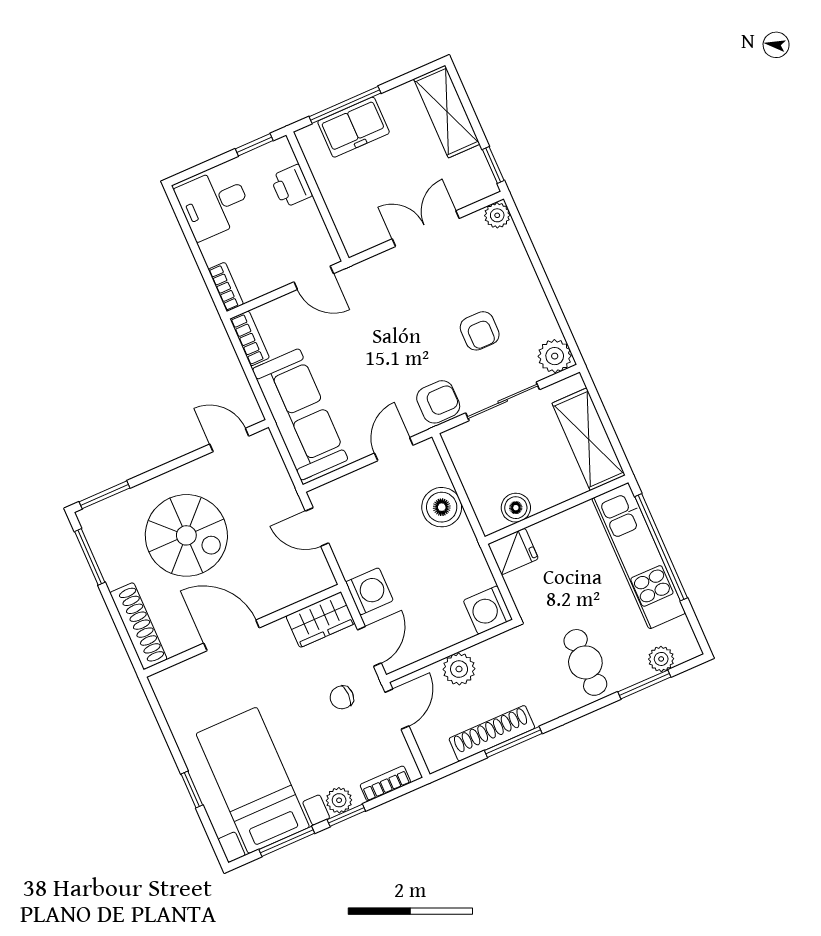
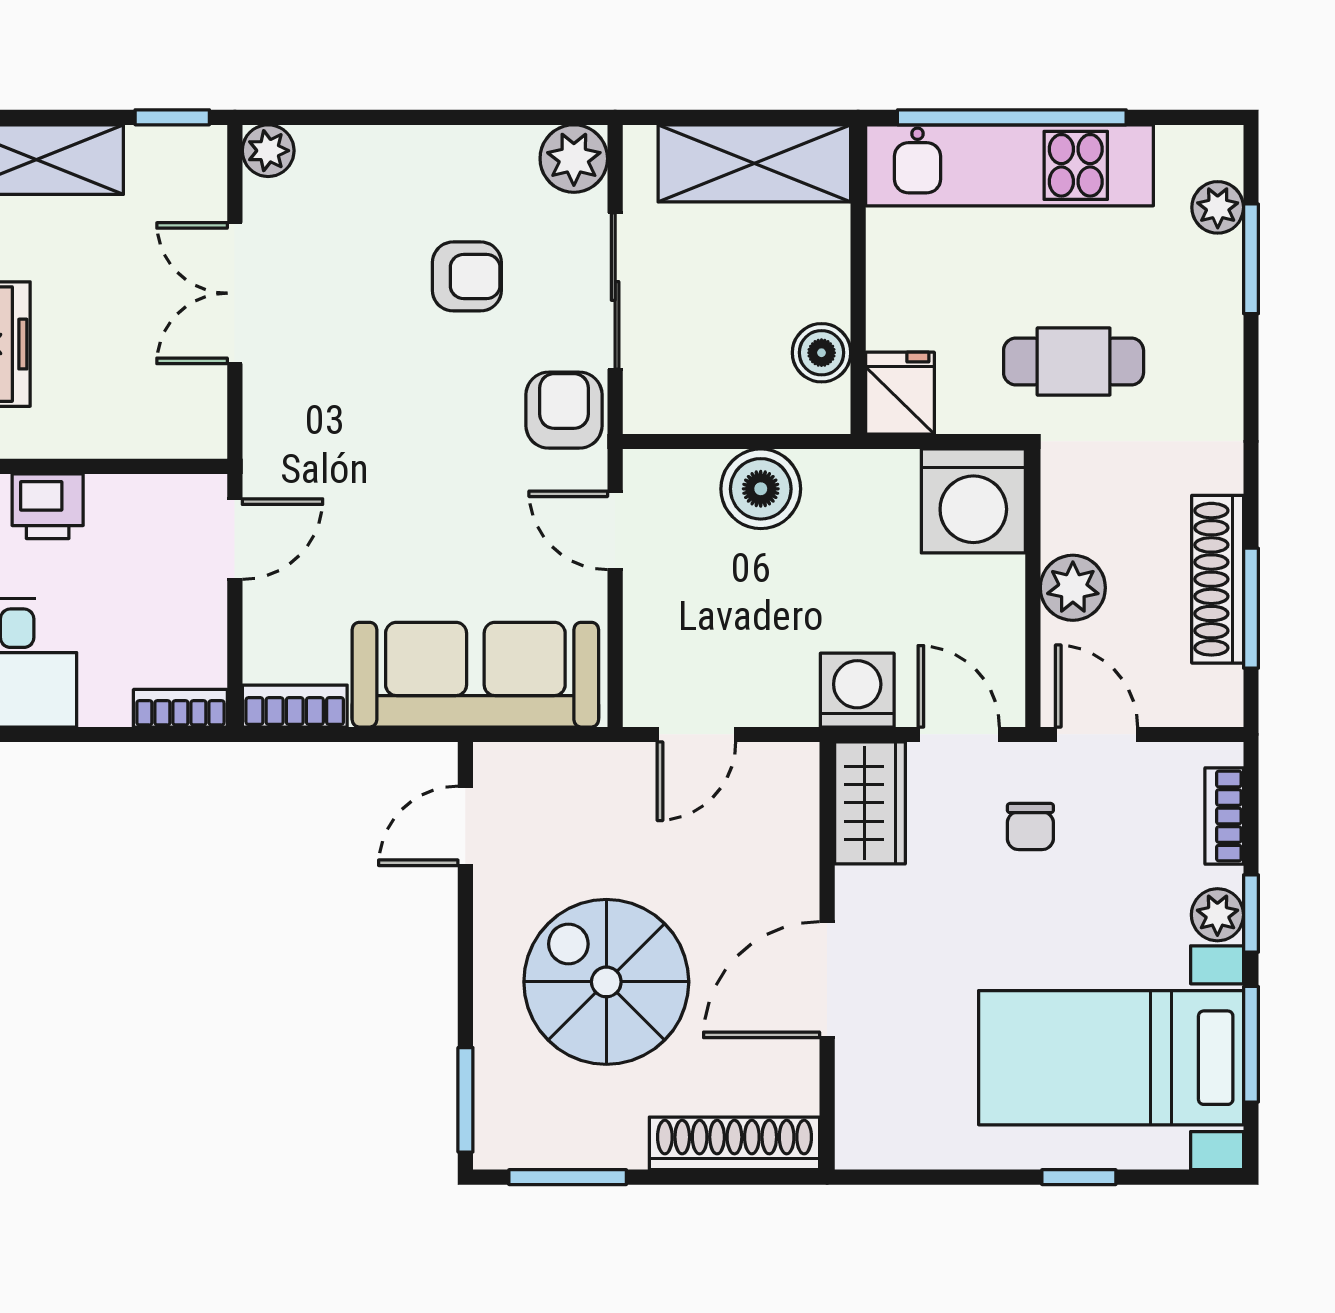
spiral stairs: (186, 535) -> (606, 982), turned -90
washing machine: (488, 610) -> (973, 501), width x1.37, depth x1.37
cafe table: (585, 662) -> (1074, 362), moved
window: (513, 742) -> (1251, 608), moved

